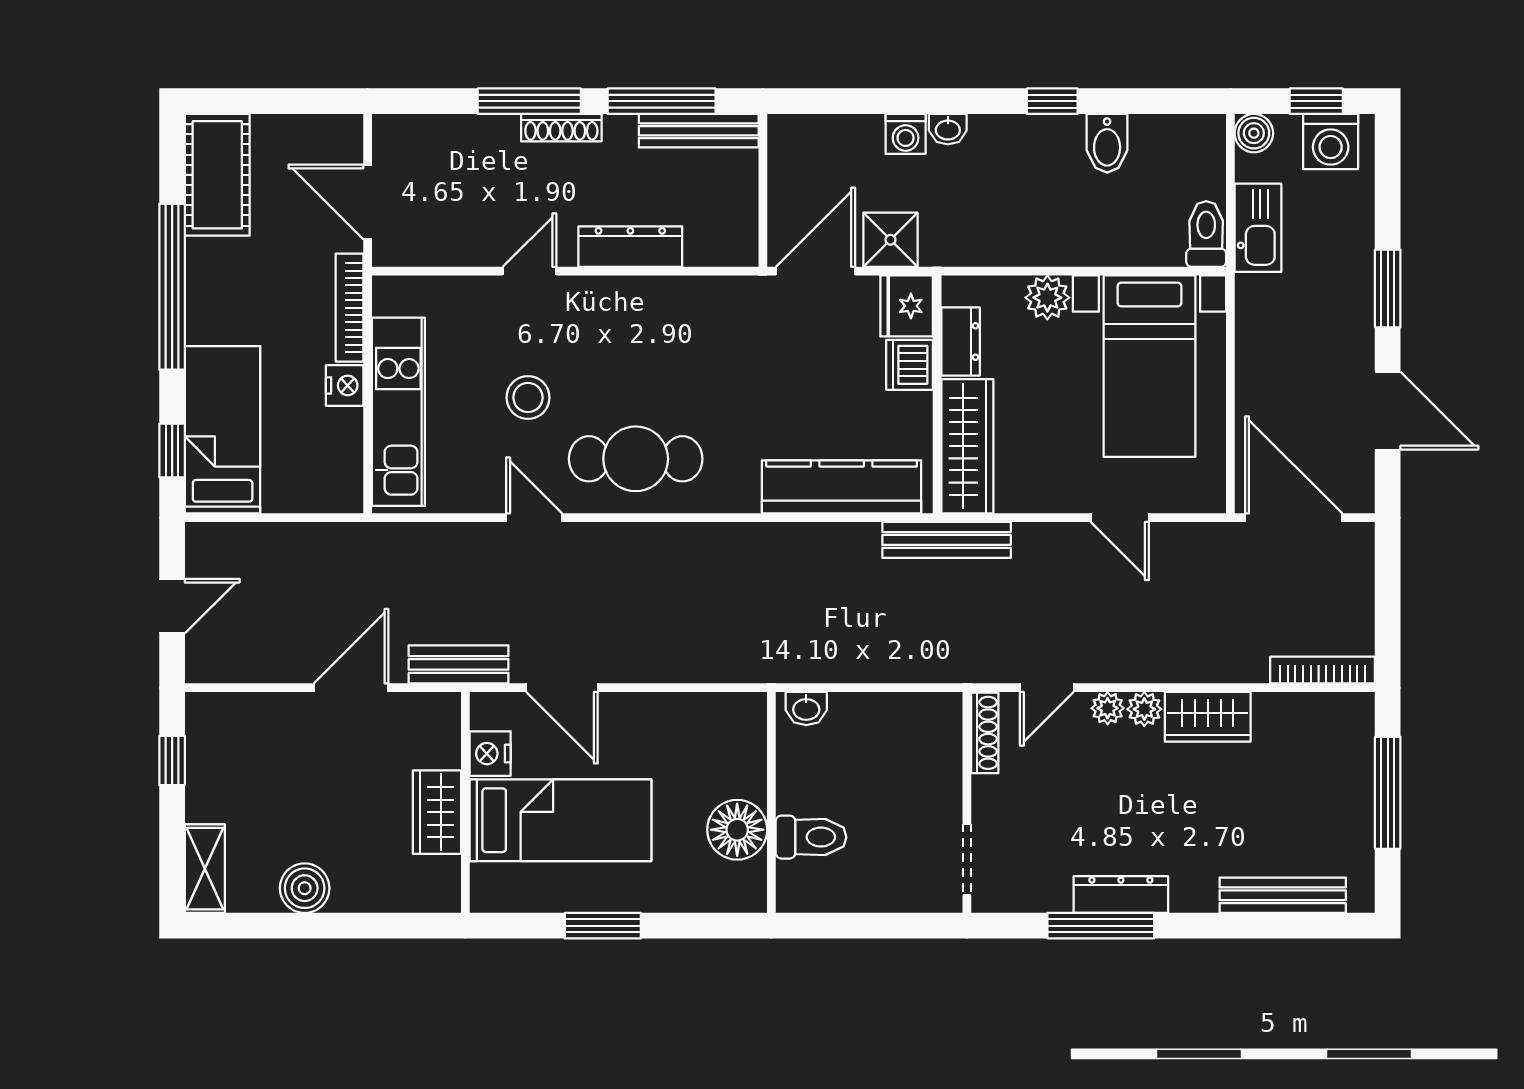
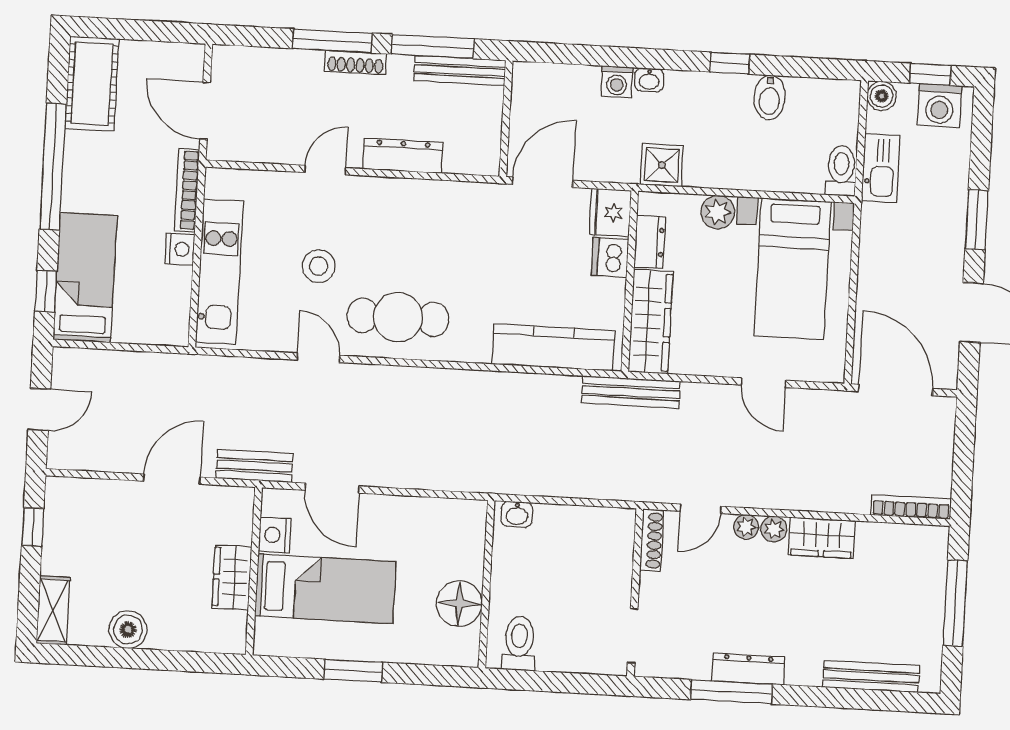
shower: (890, 240) -> (662, 165), moved
toilet: (811, 837) -> (519, 643), moved, turned -90

